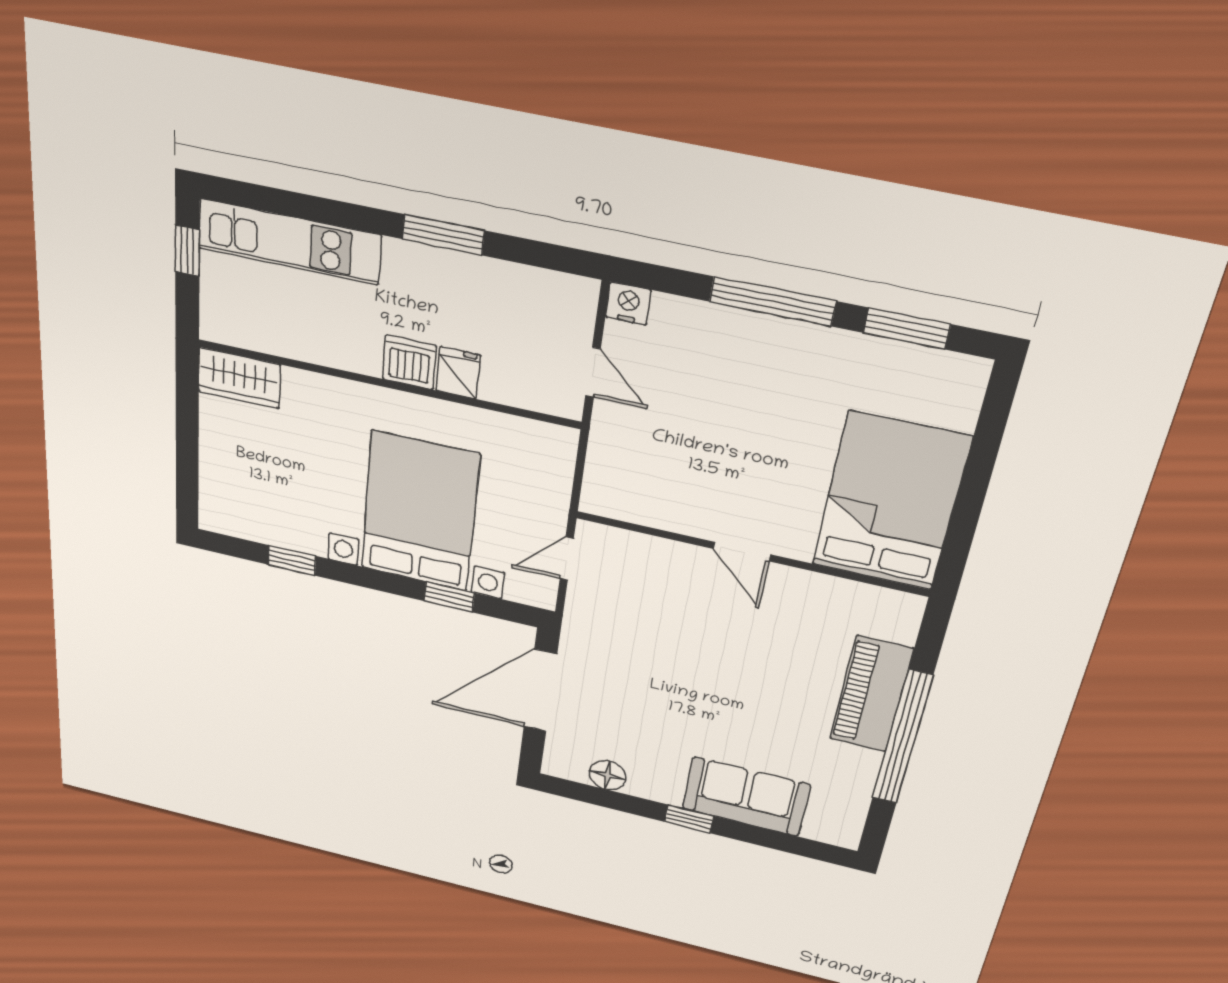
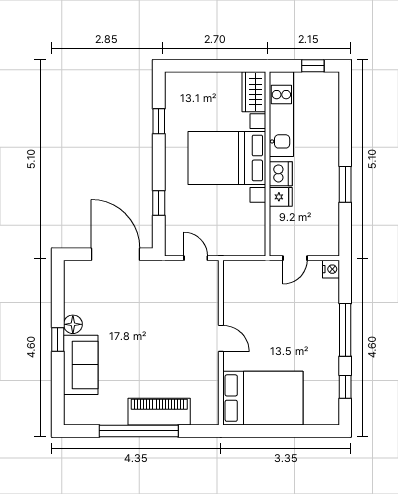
kitchen unit: (289, 242) -> (281, 114), moved, turned 180
window: (907, 329) -> (345, 387), width x0.67
bed with nightstands: (420, 512) -> (227, 158), moved, turned 180
door: (742, 552) -> (221, 338), swing flipped
floor lamp: (608, 775) -> (73, 324), moved

